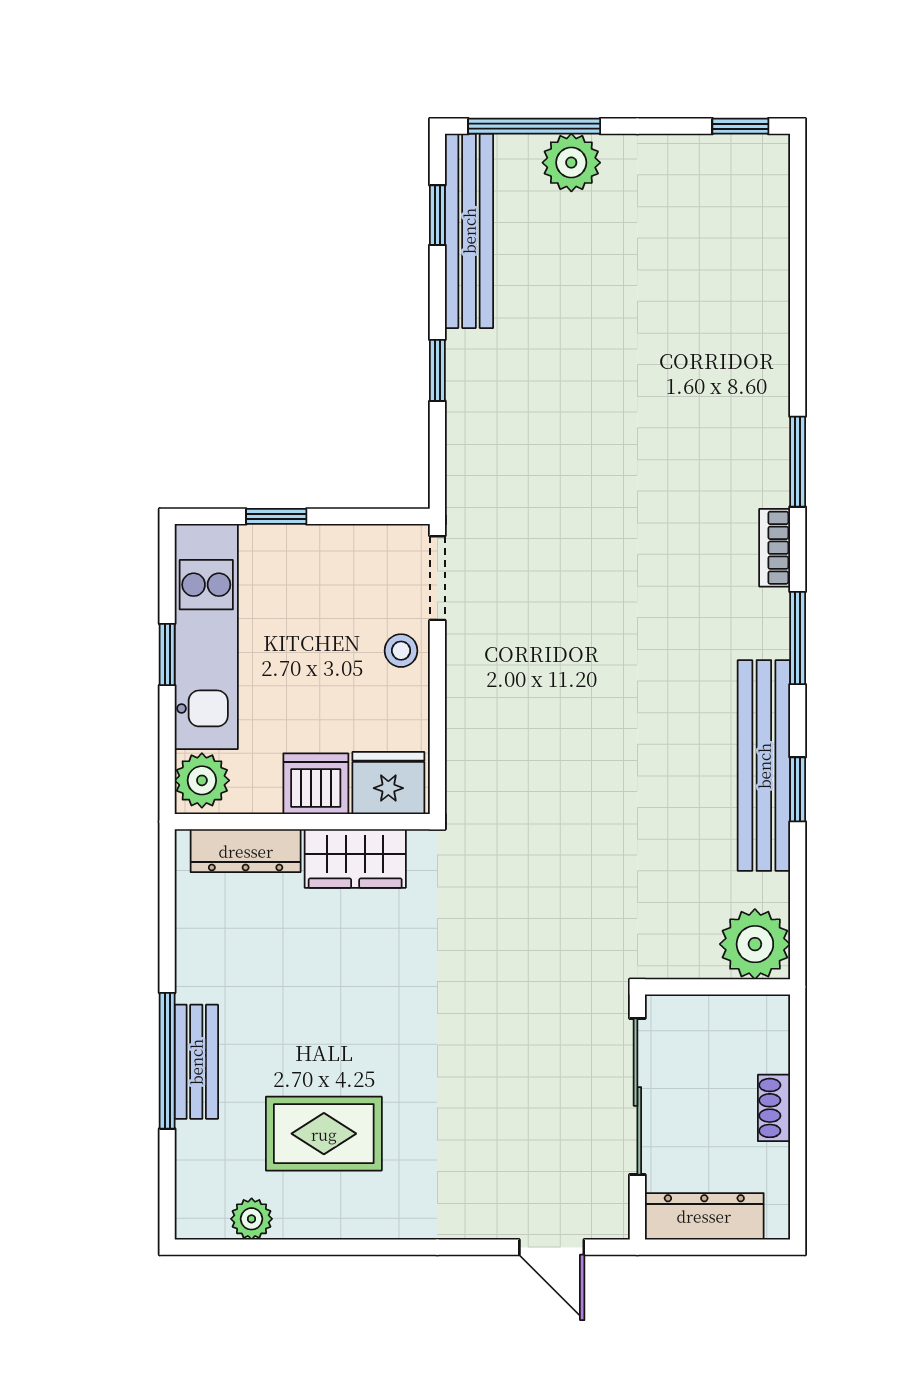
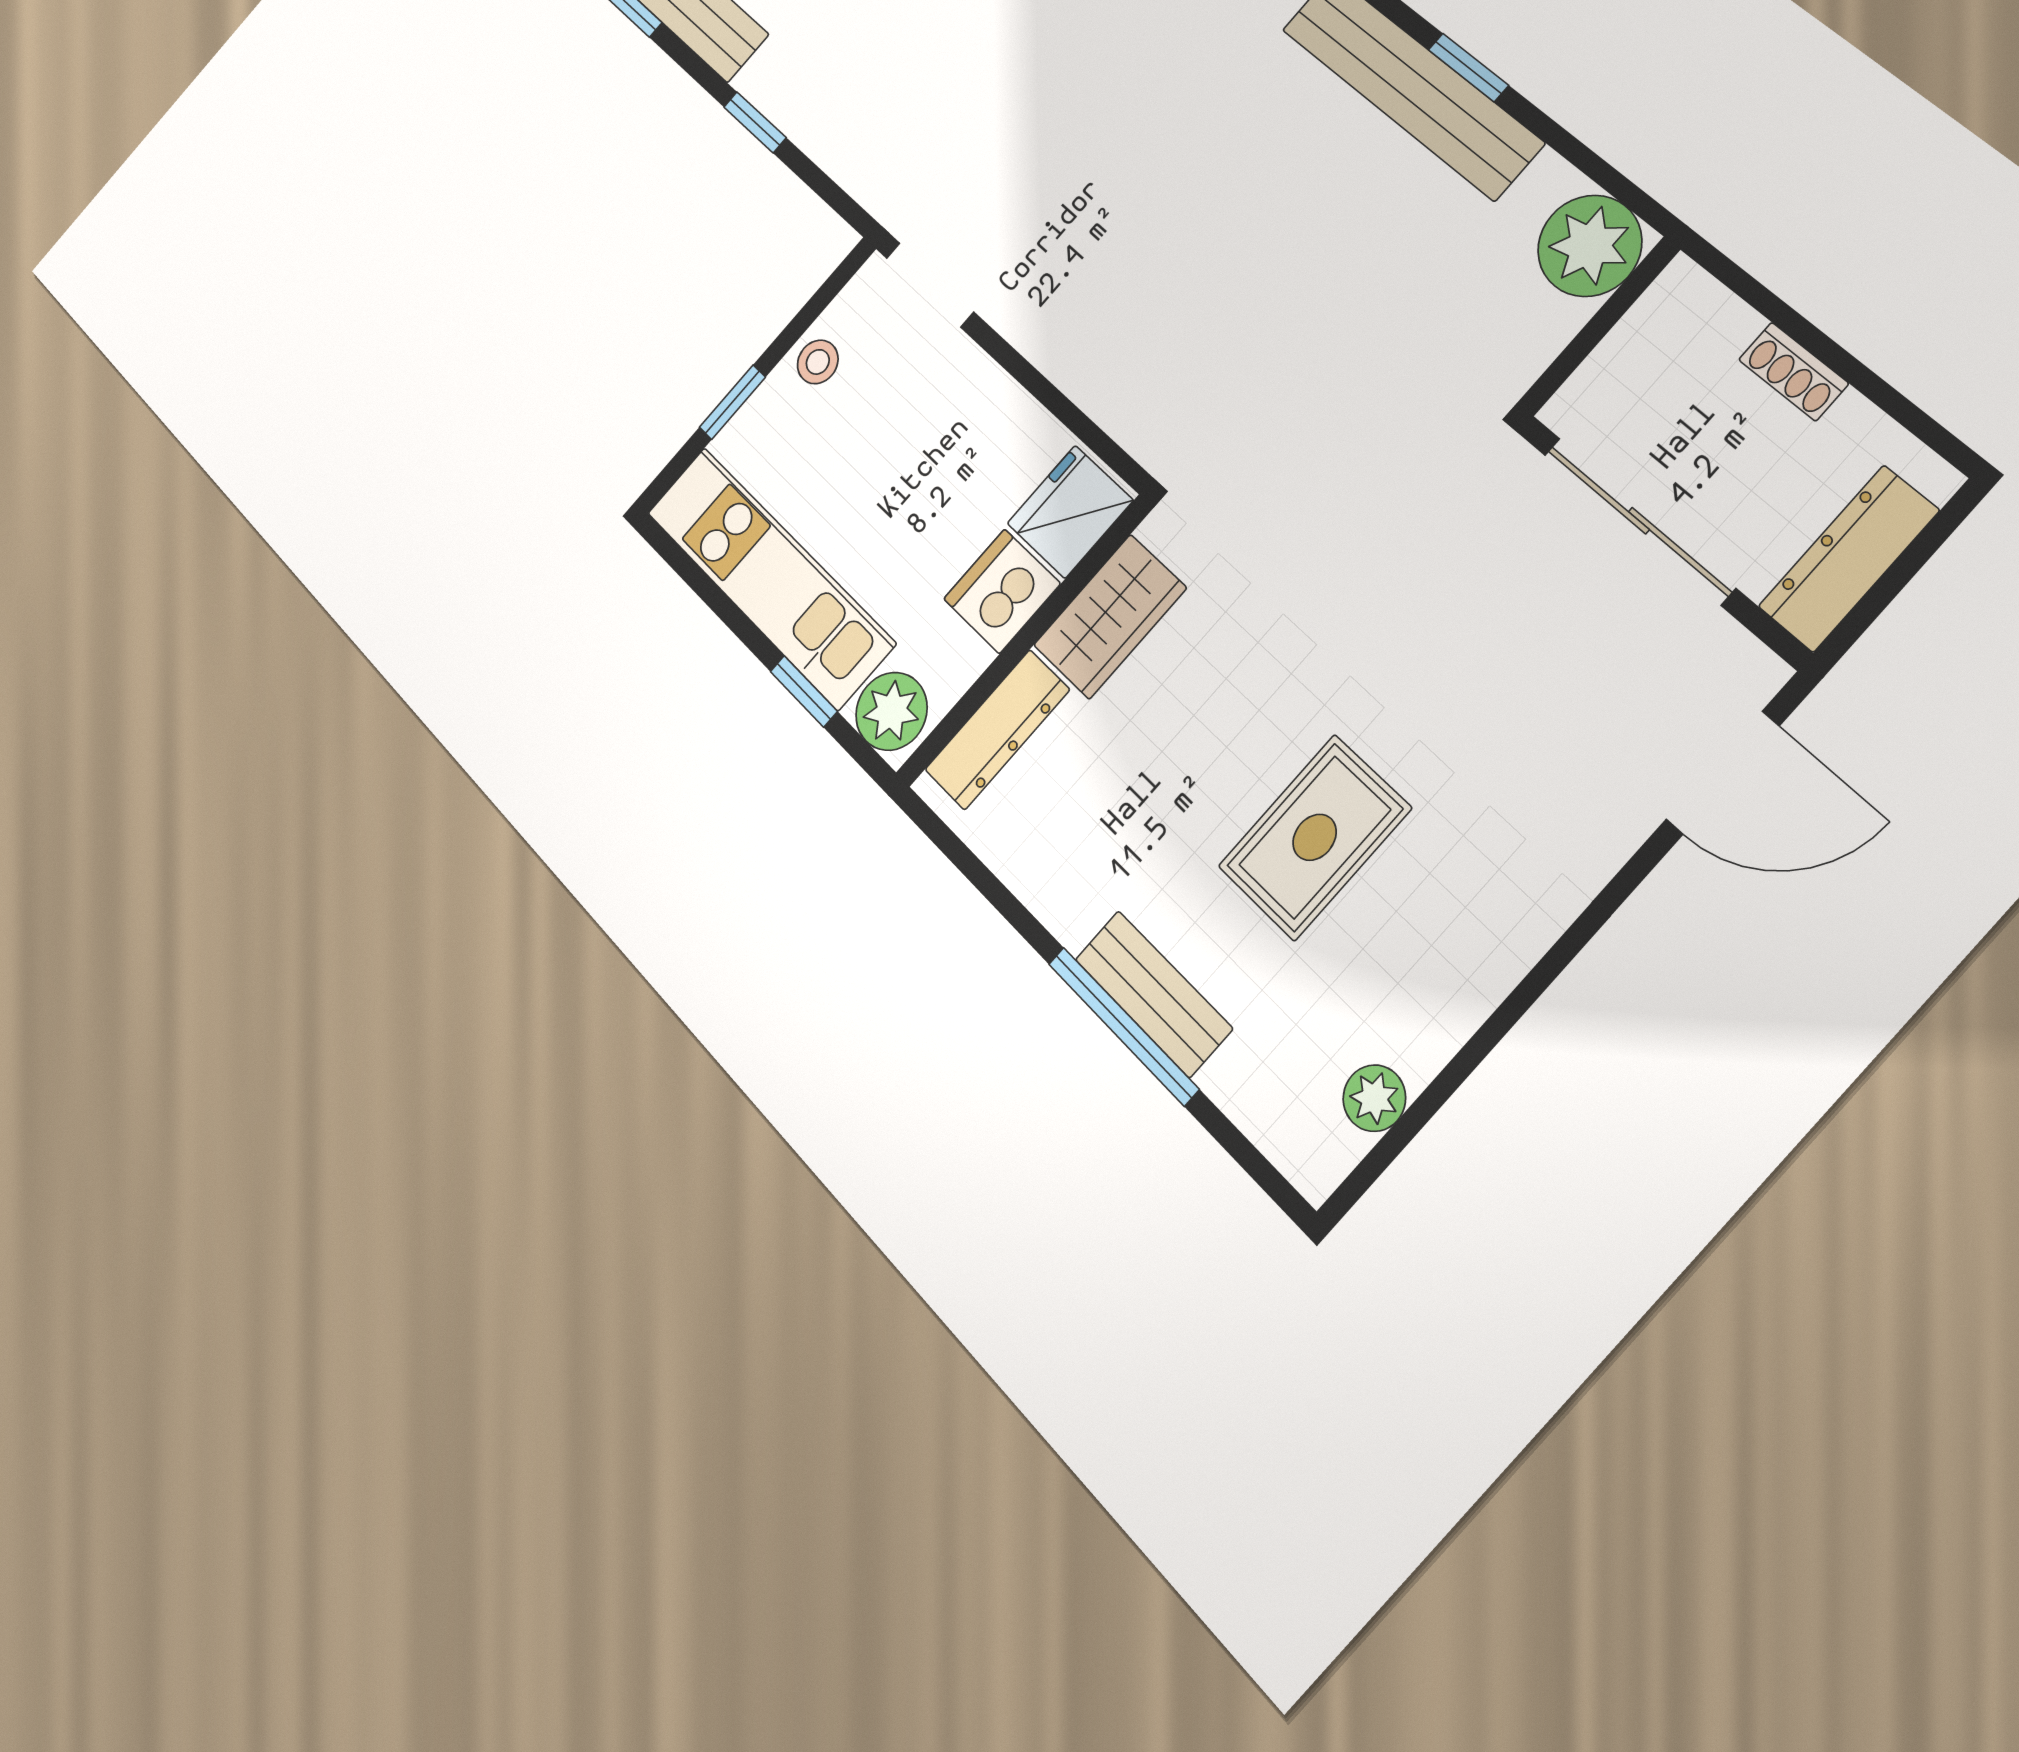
stool: (401, 651) -> (818, 362), moved
window: (167, 654) -> (804, 691), moved
rug: (324, 1134) -> (1315, 837), moved
door: (552, 1247) -> (1723, 773), width x1.38

